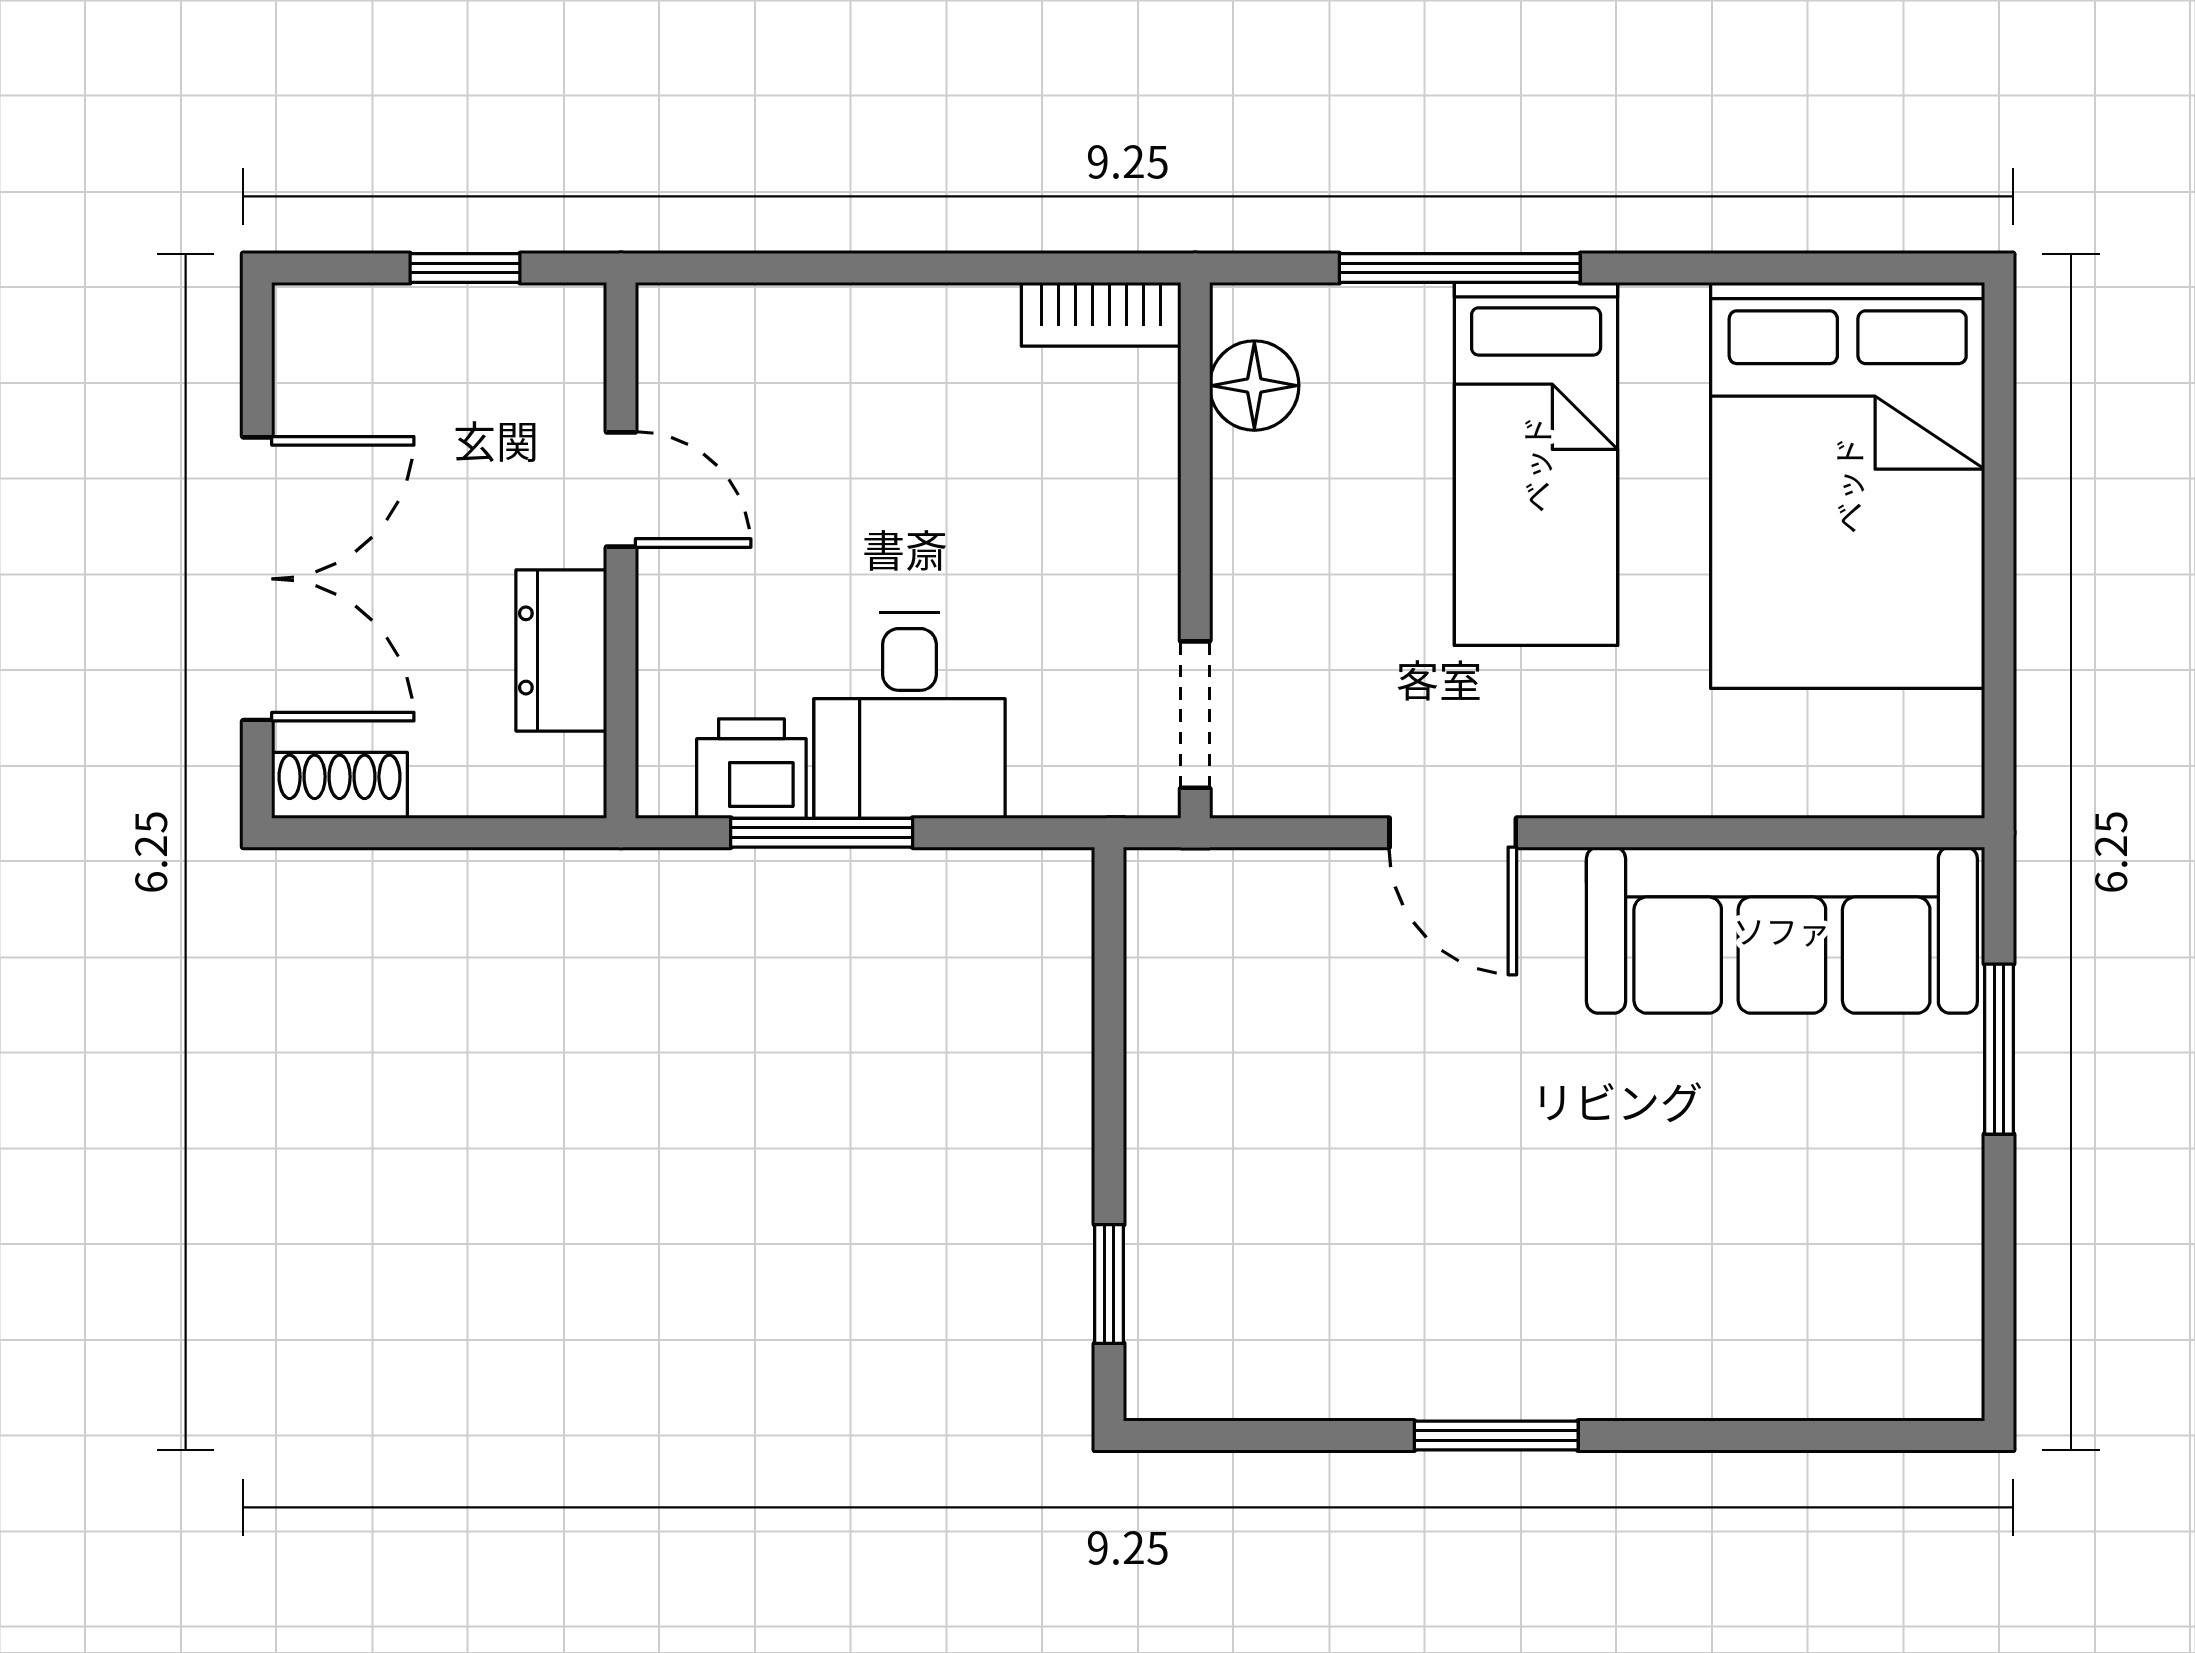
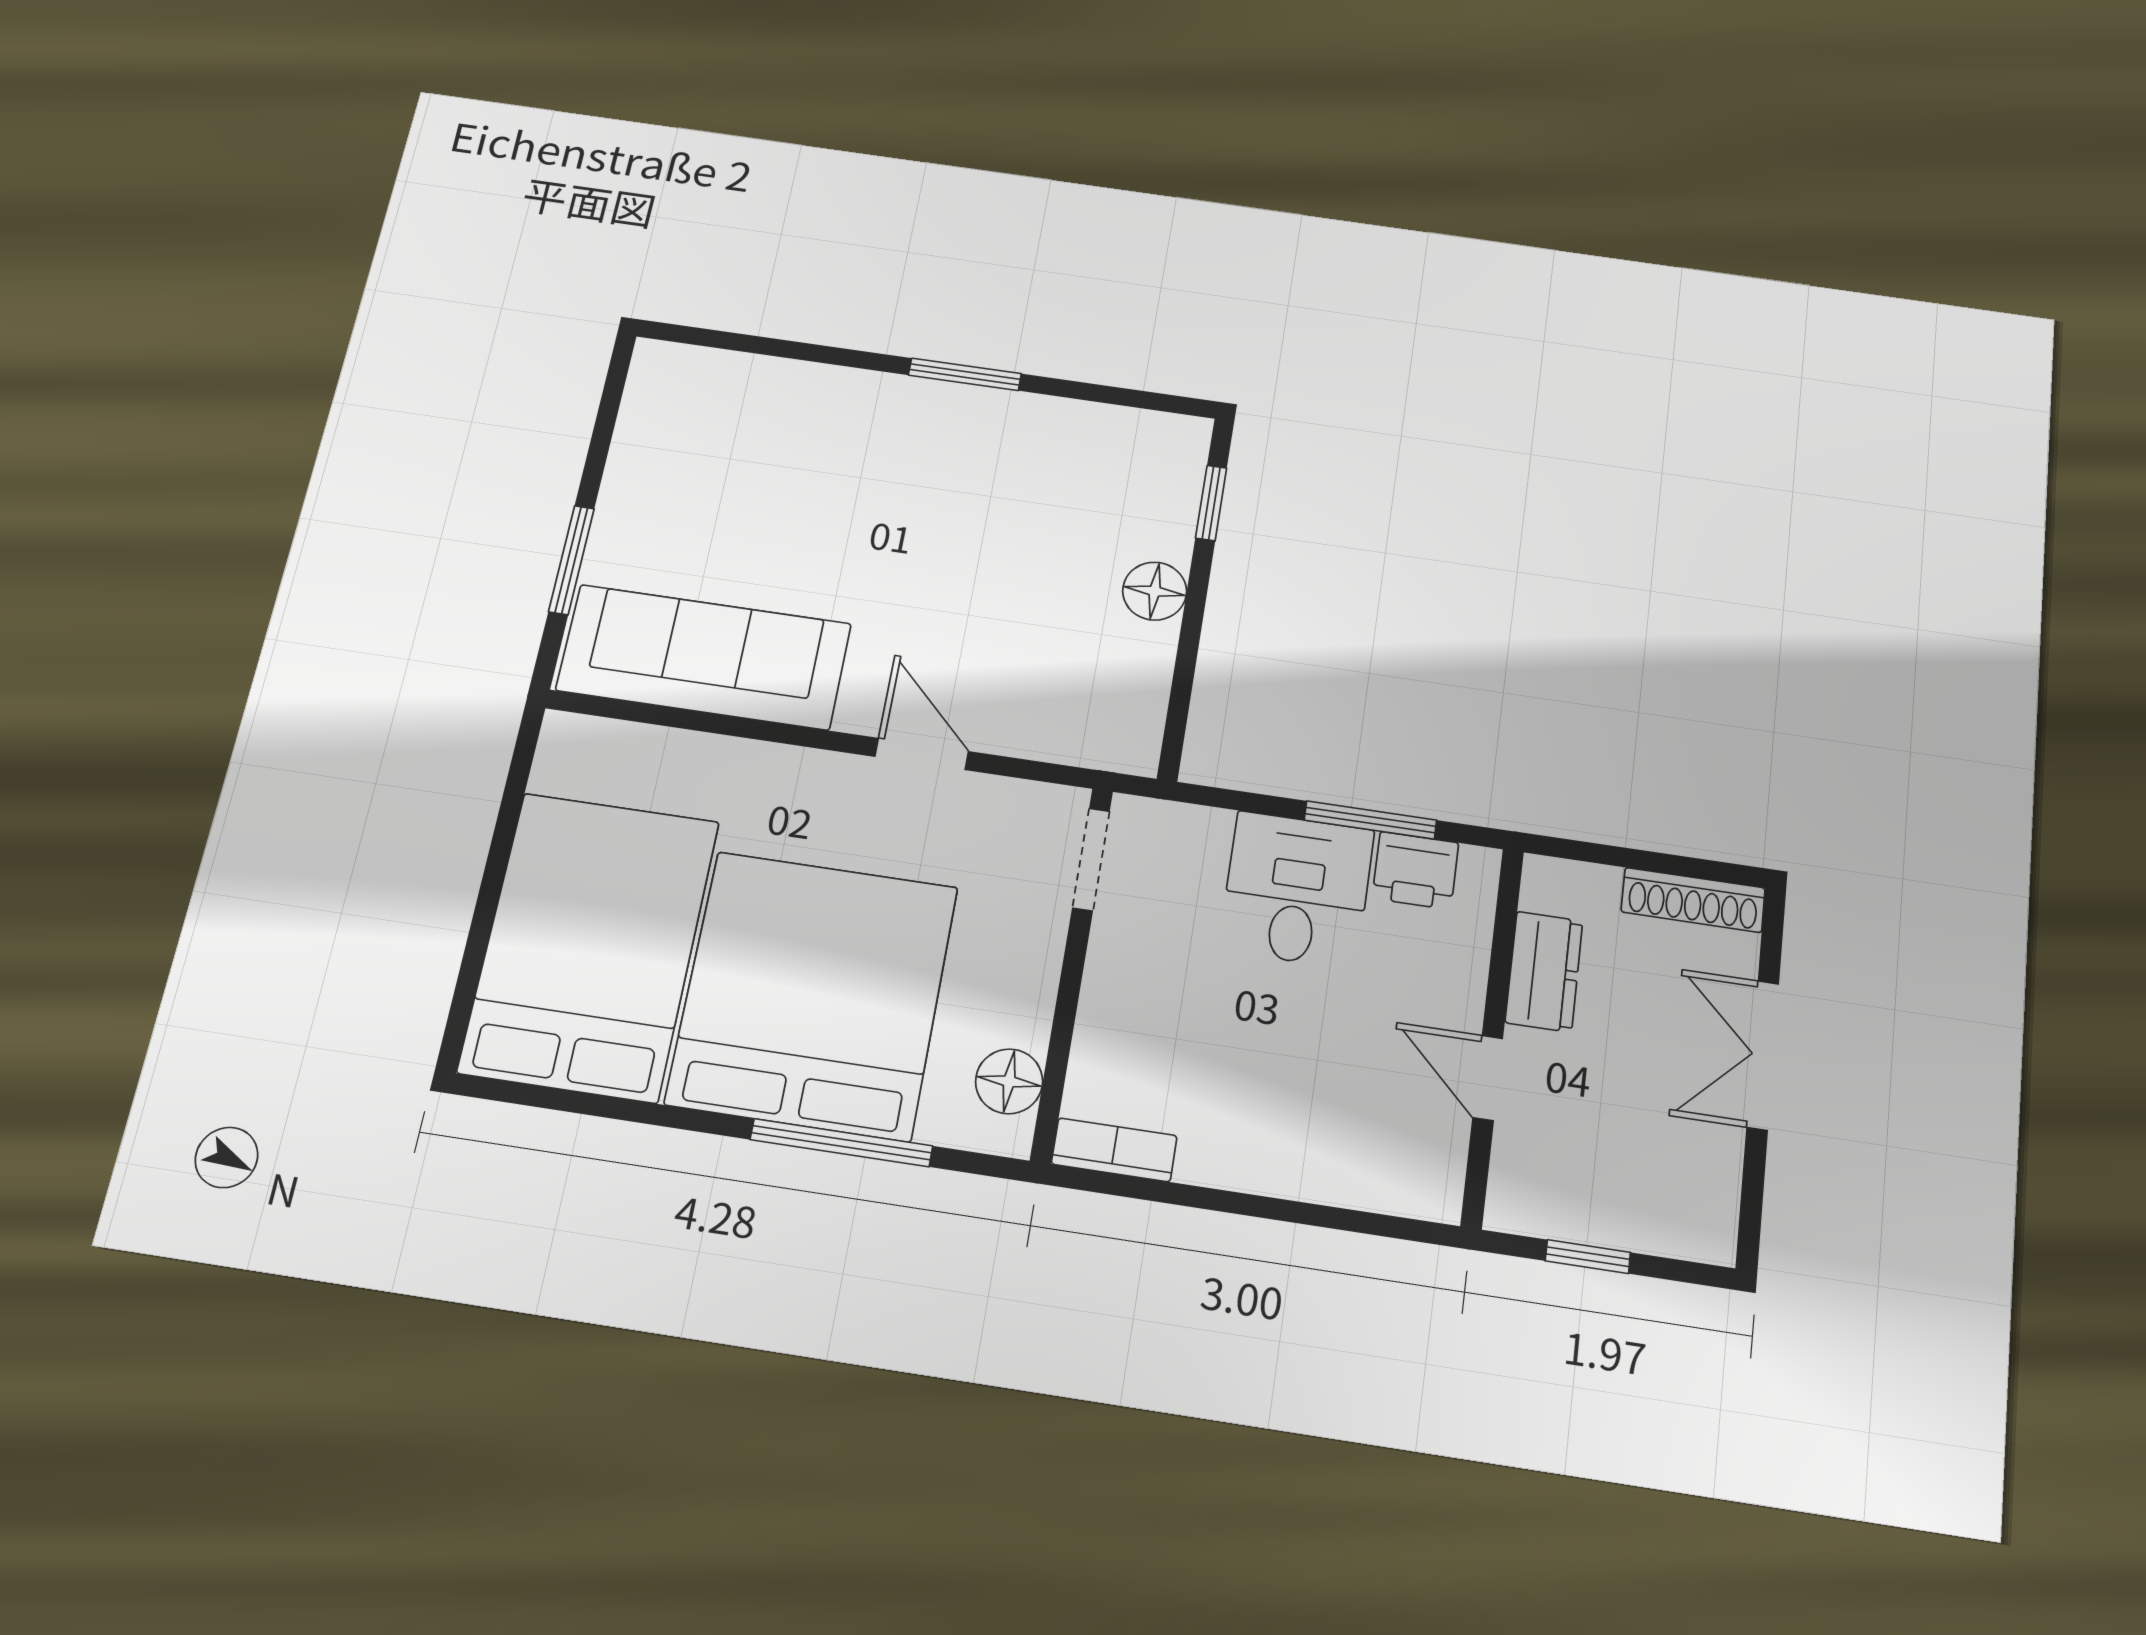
bed: (1536, 464) -> (813, 995), width x2.04
double door: (257, 579) -> (1763, 1055), width x0.73
shoe rack: (340, 785) -> (1693, 900), width x1.43
floor lamp: (1169, 1132) -> (1155, 591), added

